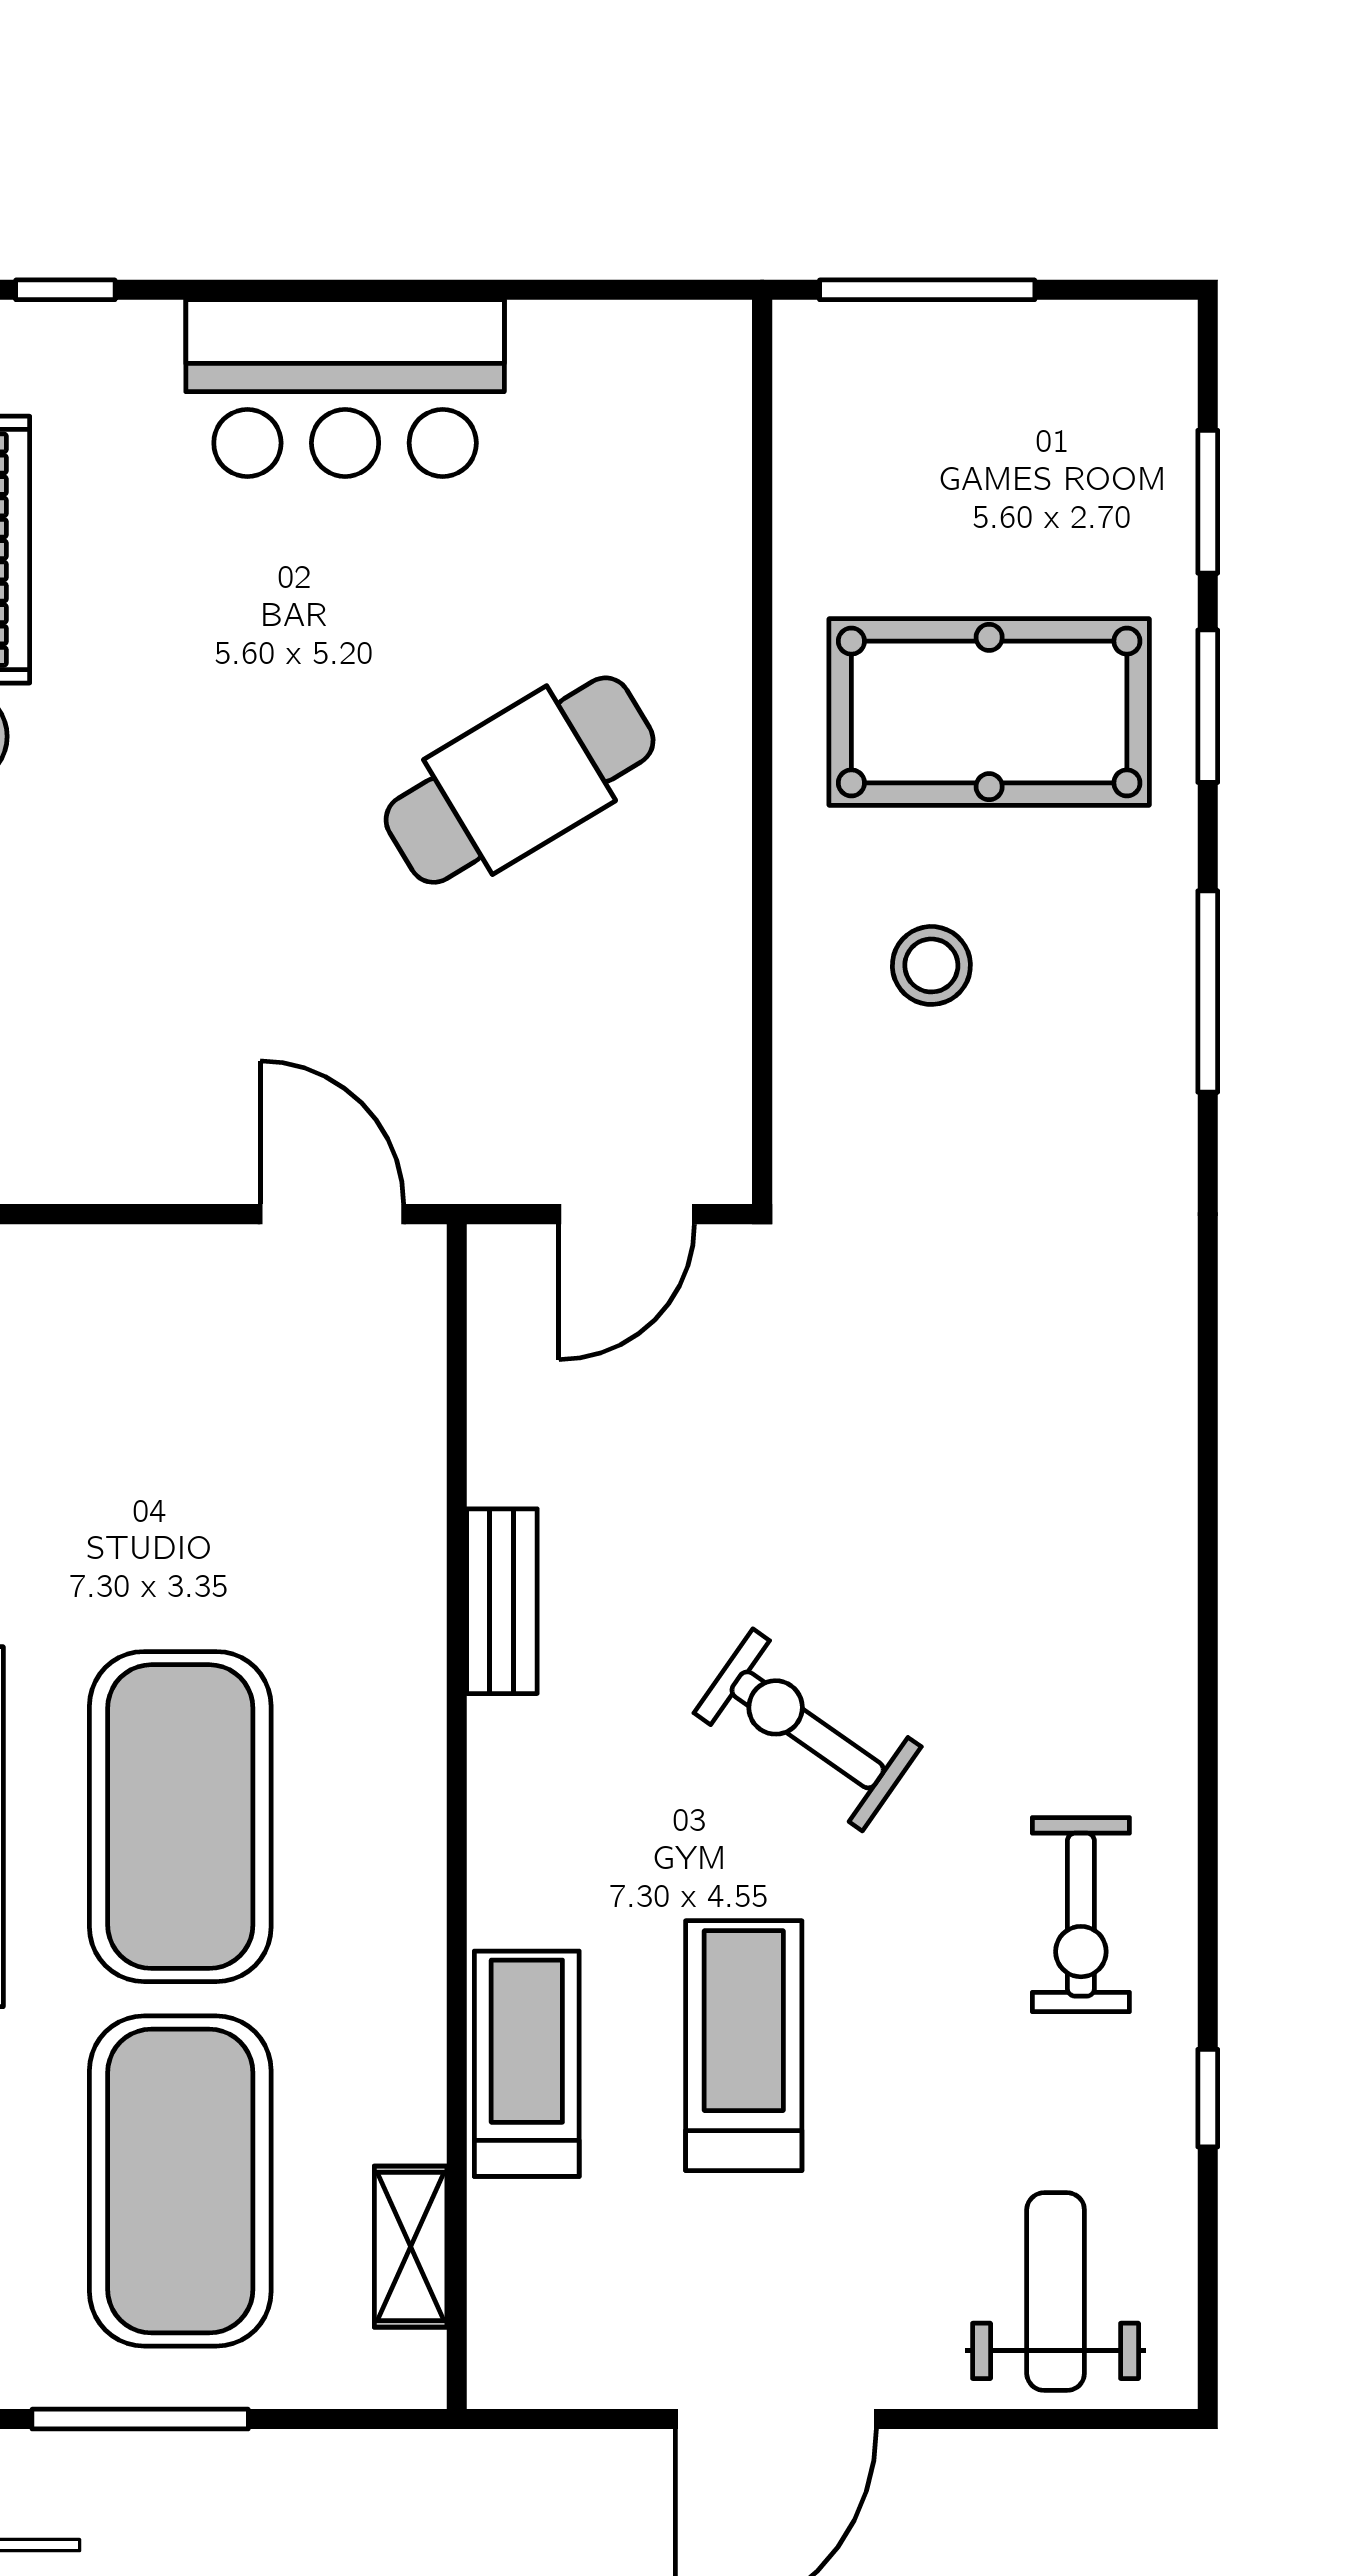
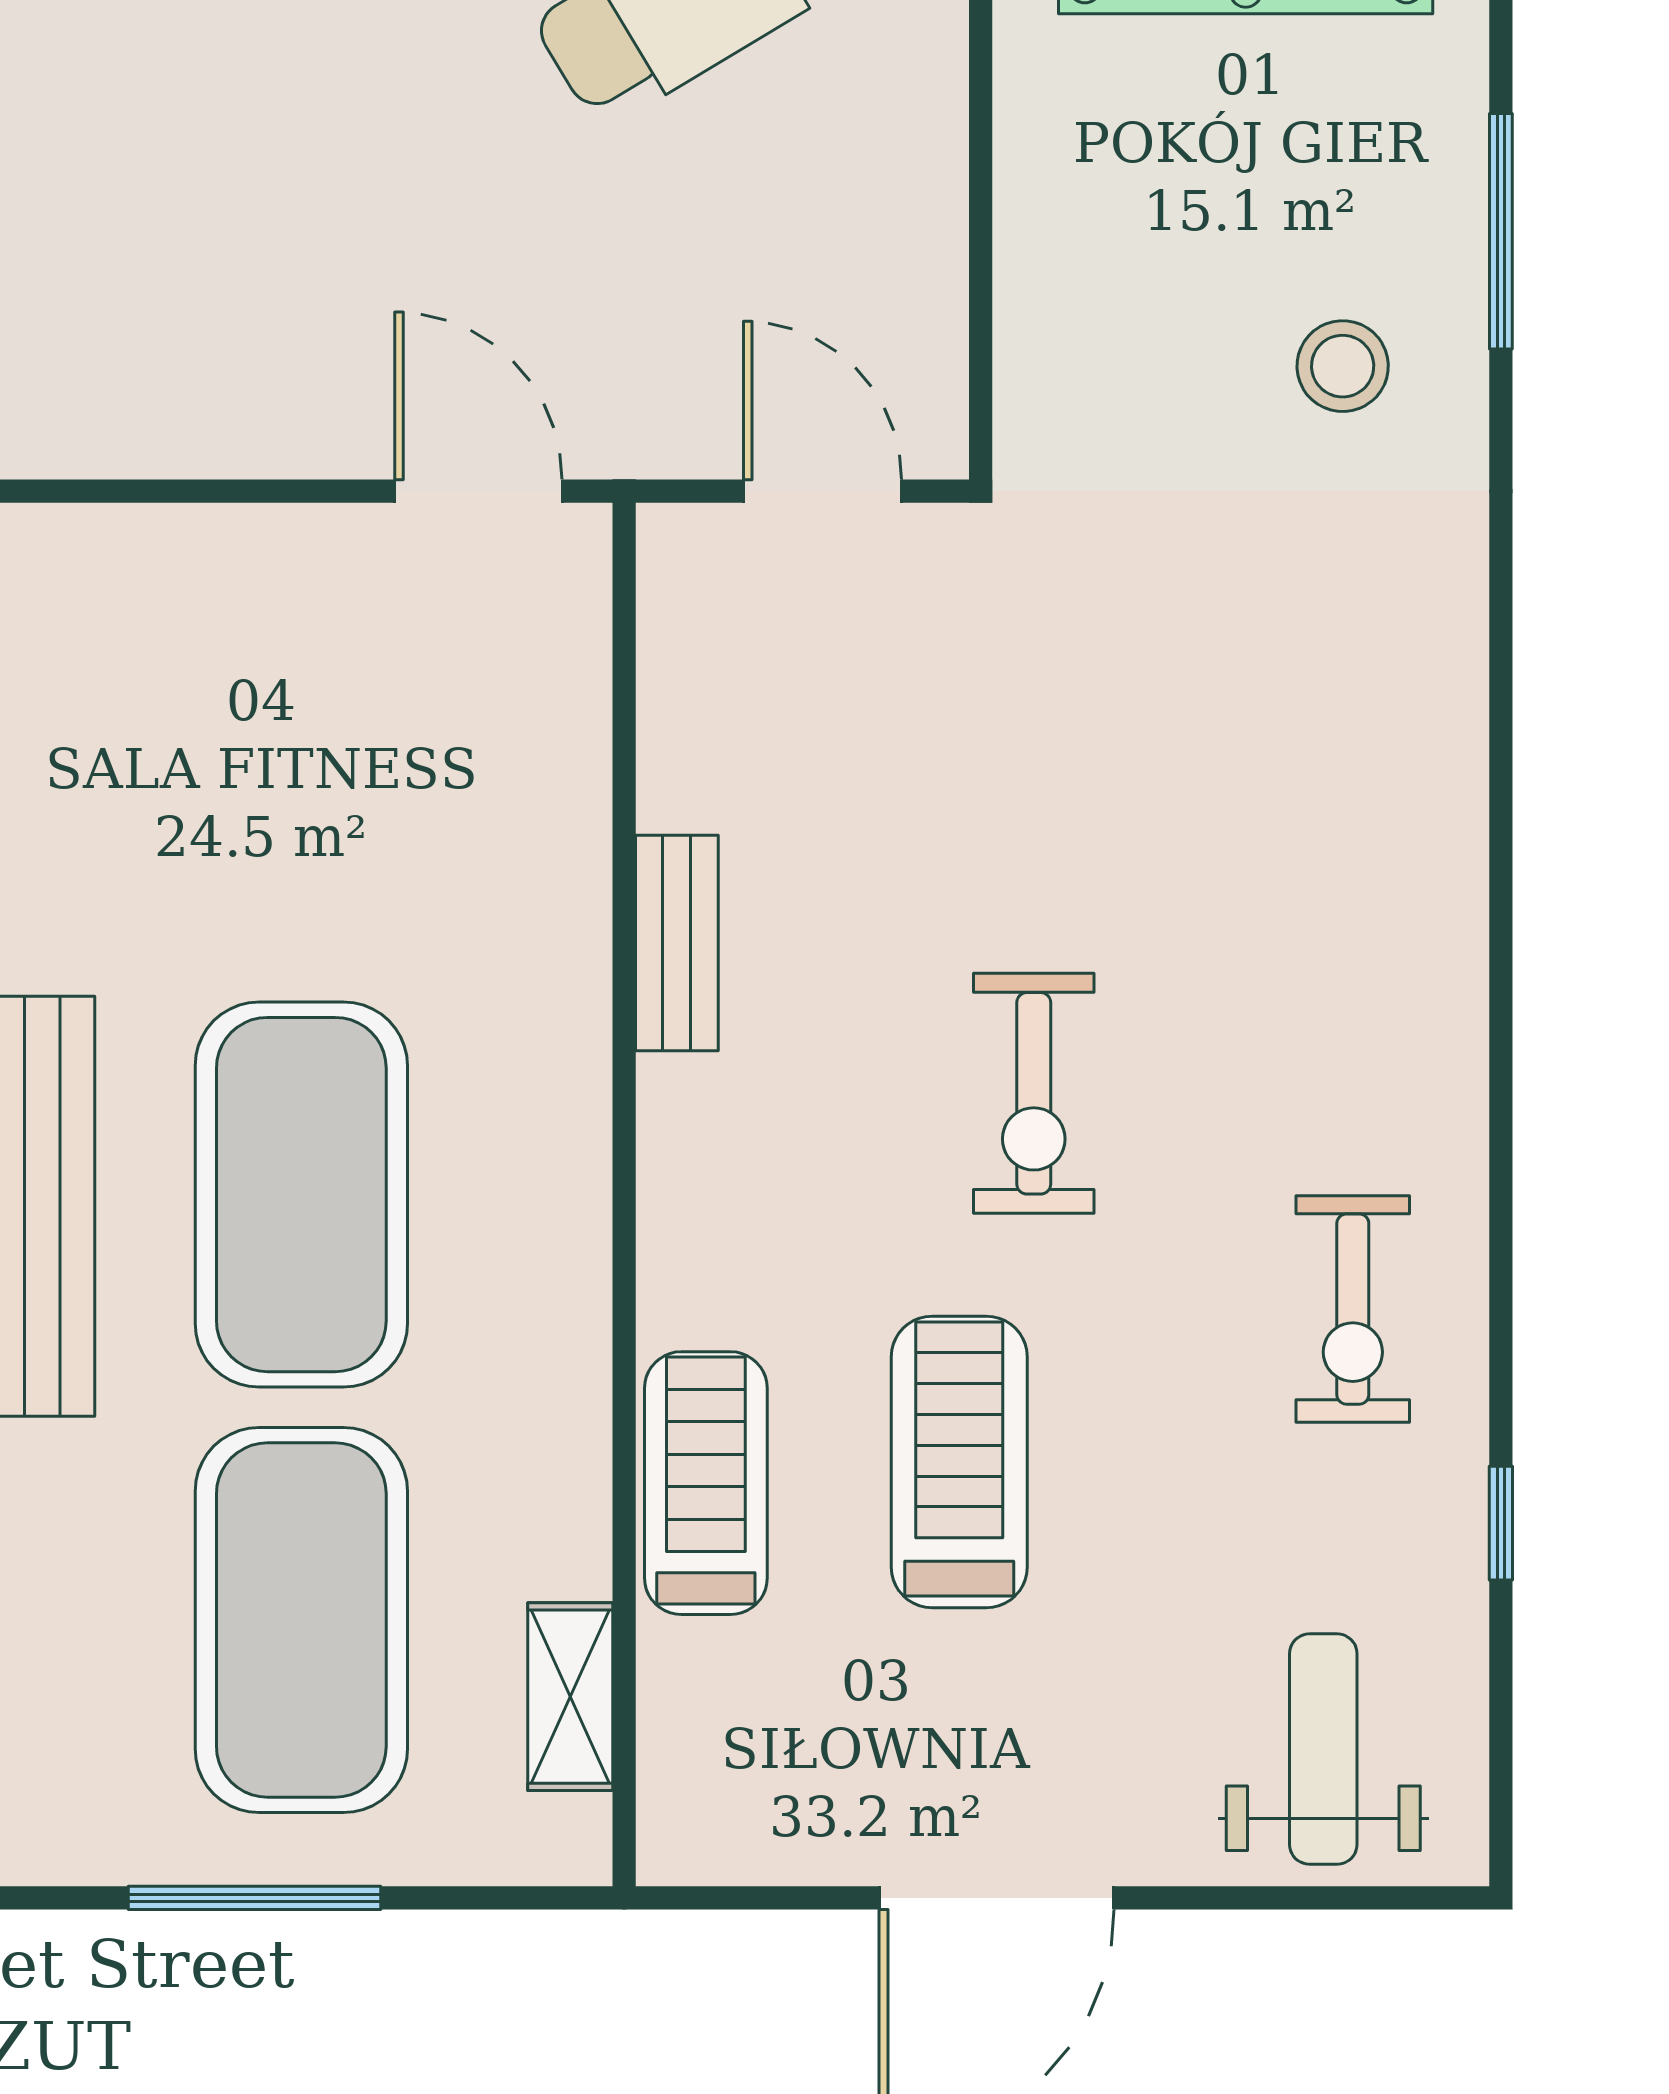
stool: (931, 965) -> (1343, 366), moved
door: (627, 1214) -> (823, 491), swing flipped
exercise bike: (808, 1730) -> (1034, 1093), turned -125

